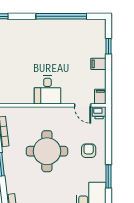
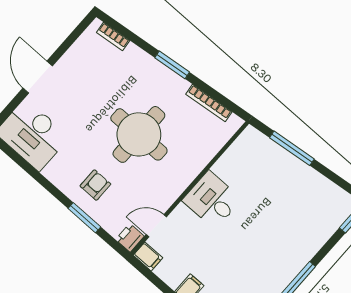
armchair: (89, 151) -> (95, 185), turned -90
window: (108, 176) -> (84, 218), moved

